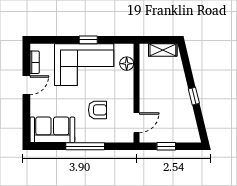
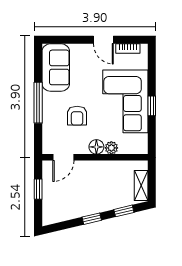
floor lamp: (127, 64) -> (96, 147), moved
window: (187, 66) -> (124, 211), added
plant: (128, 78) -> (111, 148), added
door: (136, 123) -> (63, 157), hinge flipped

